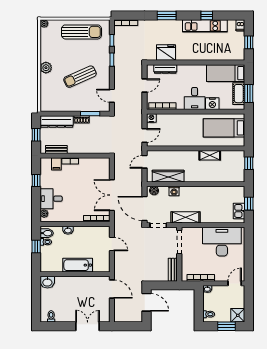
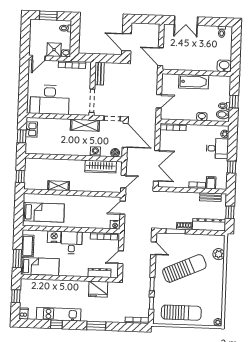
sun lounger: (81, 32) -> (181, 313), turned 180
plant: (46, 68) -> (219, 254), moved
sun lounger: (80, 77) -> (184, 268), width x1.36, depth x1.34
window: (249, 94) -> (17, 259), moved
double door: (112, 195) -> (157, 166), moved
door: (112, 244) -> (159, 101), swing flipped
shower: (238, 315) -> (54, 50), moved

